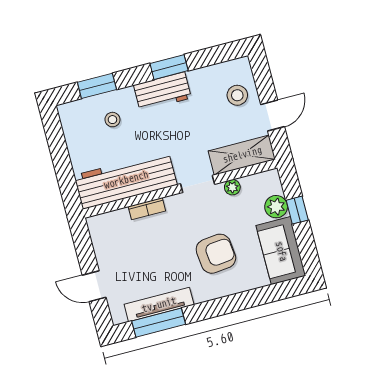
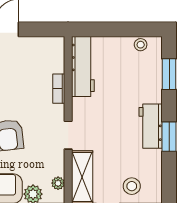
stool: (112, 120) -> (141, 45), moved
workbench: (126, 180) -> (83, 66), width x0.73, depth x0.76
plant: (232, 187) -> (58, 183), moved

